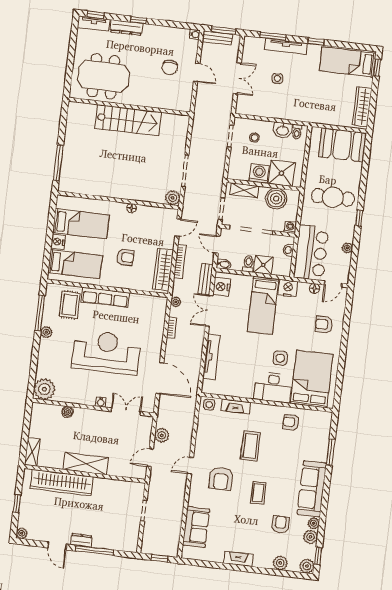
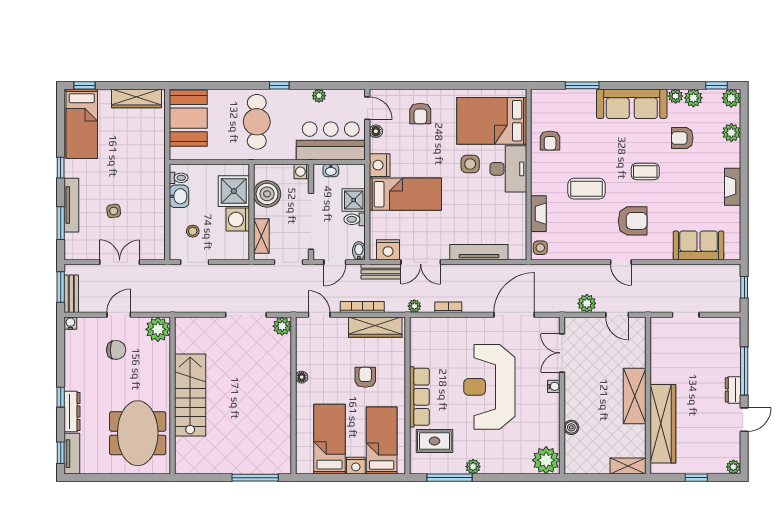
plant: (182, 102) -> (158, 329), added

